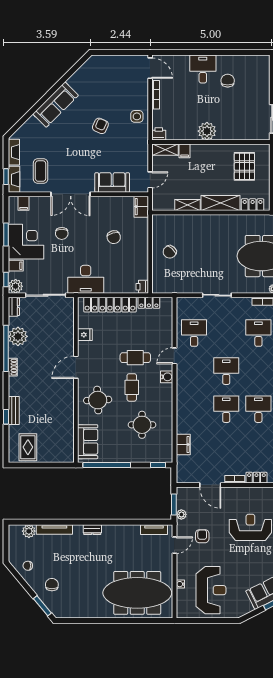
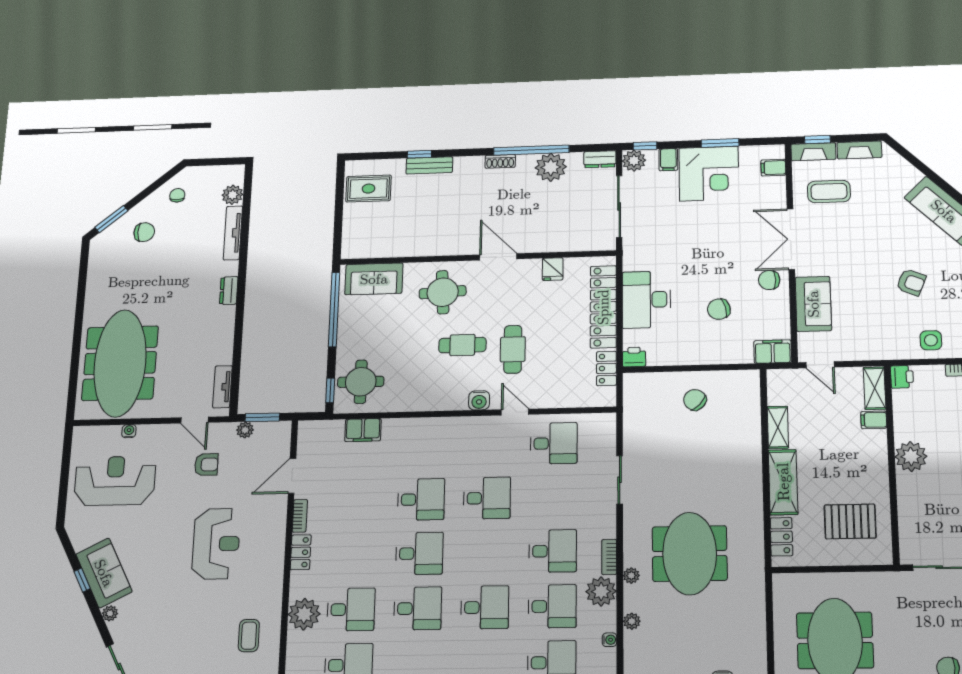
chair: (62, 233) -> (769, 280), moved
desk: (86, 279) -> (646, 300), moved
round table: (142, 425) -> (361, 382), moved
reception desk: (211, 590) -> (115, 481), turned 180

